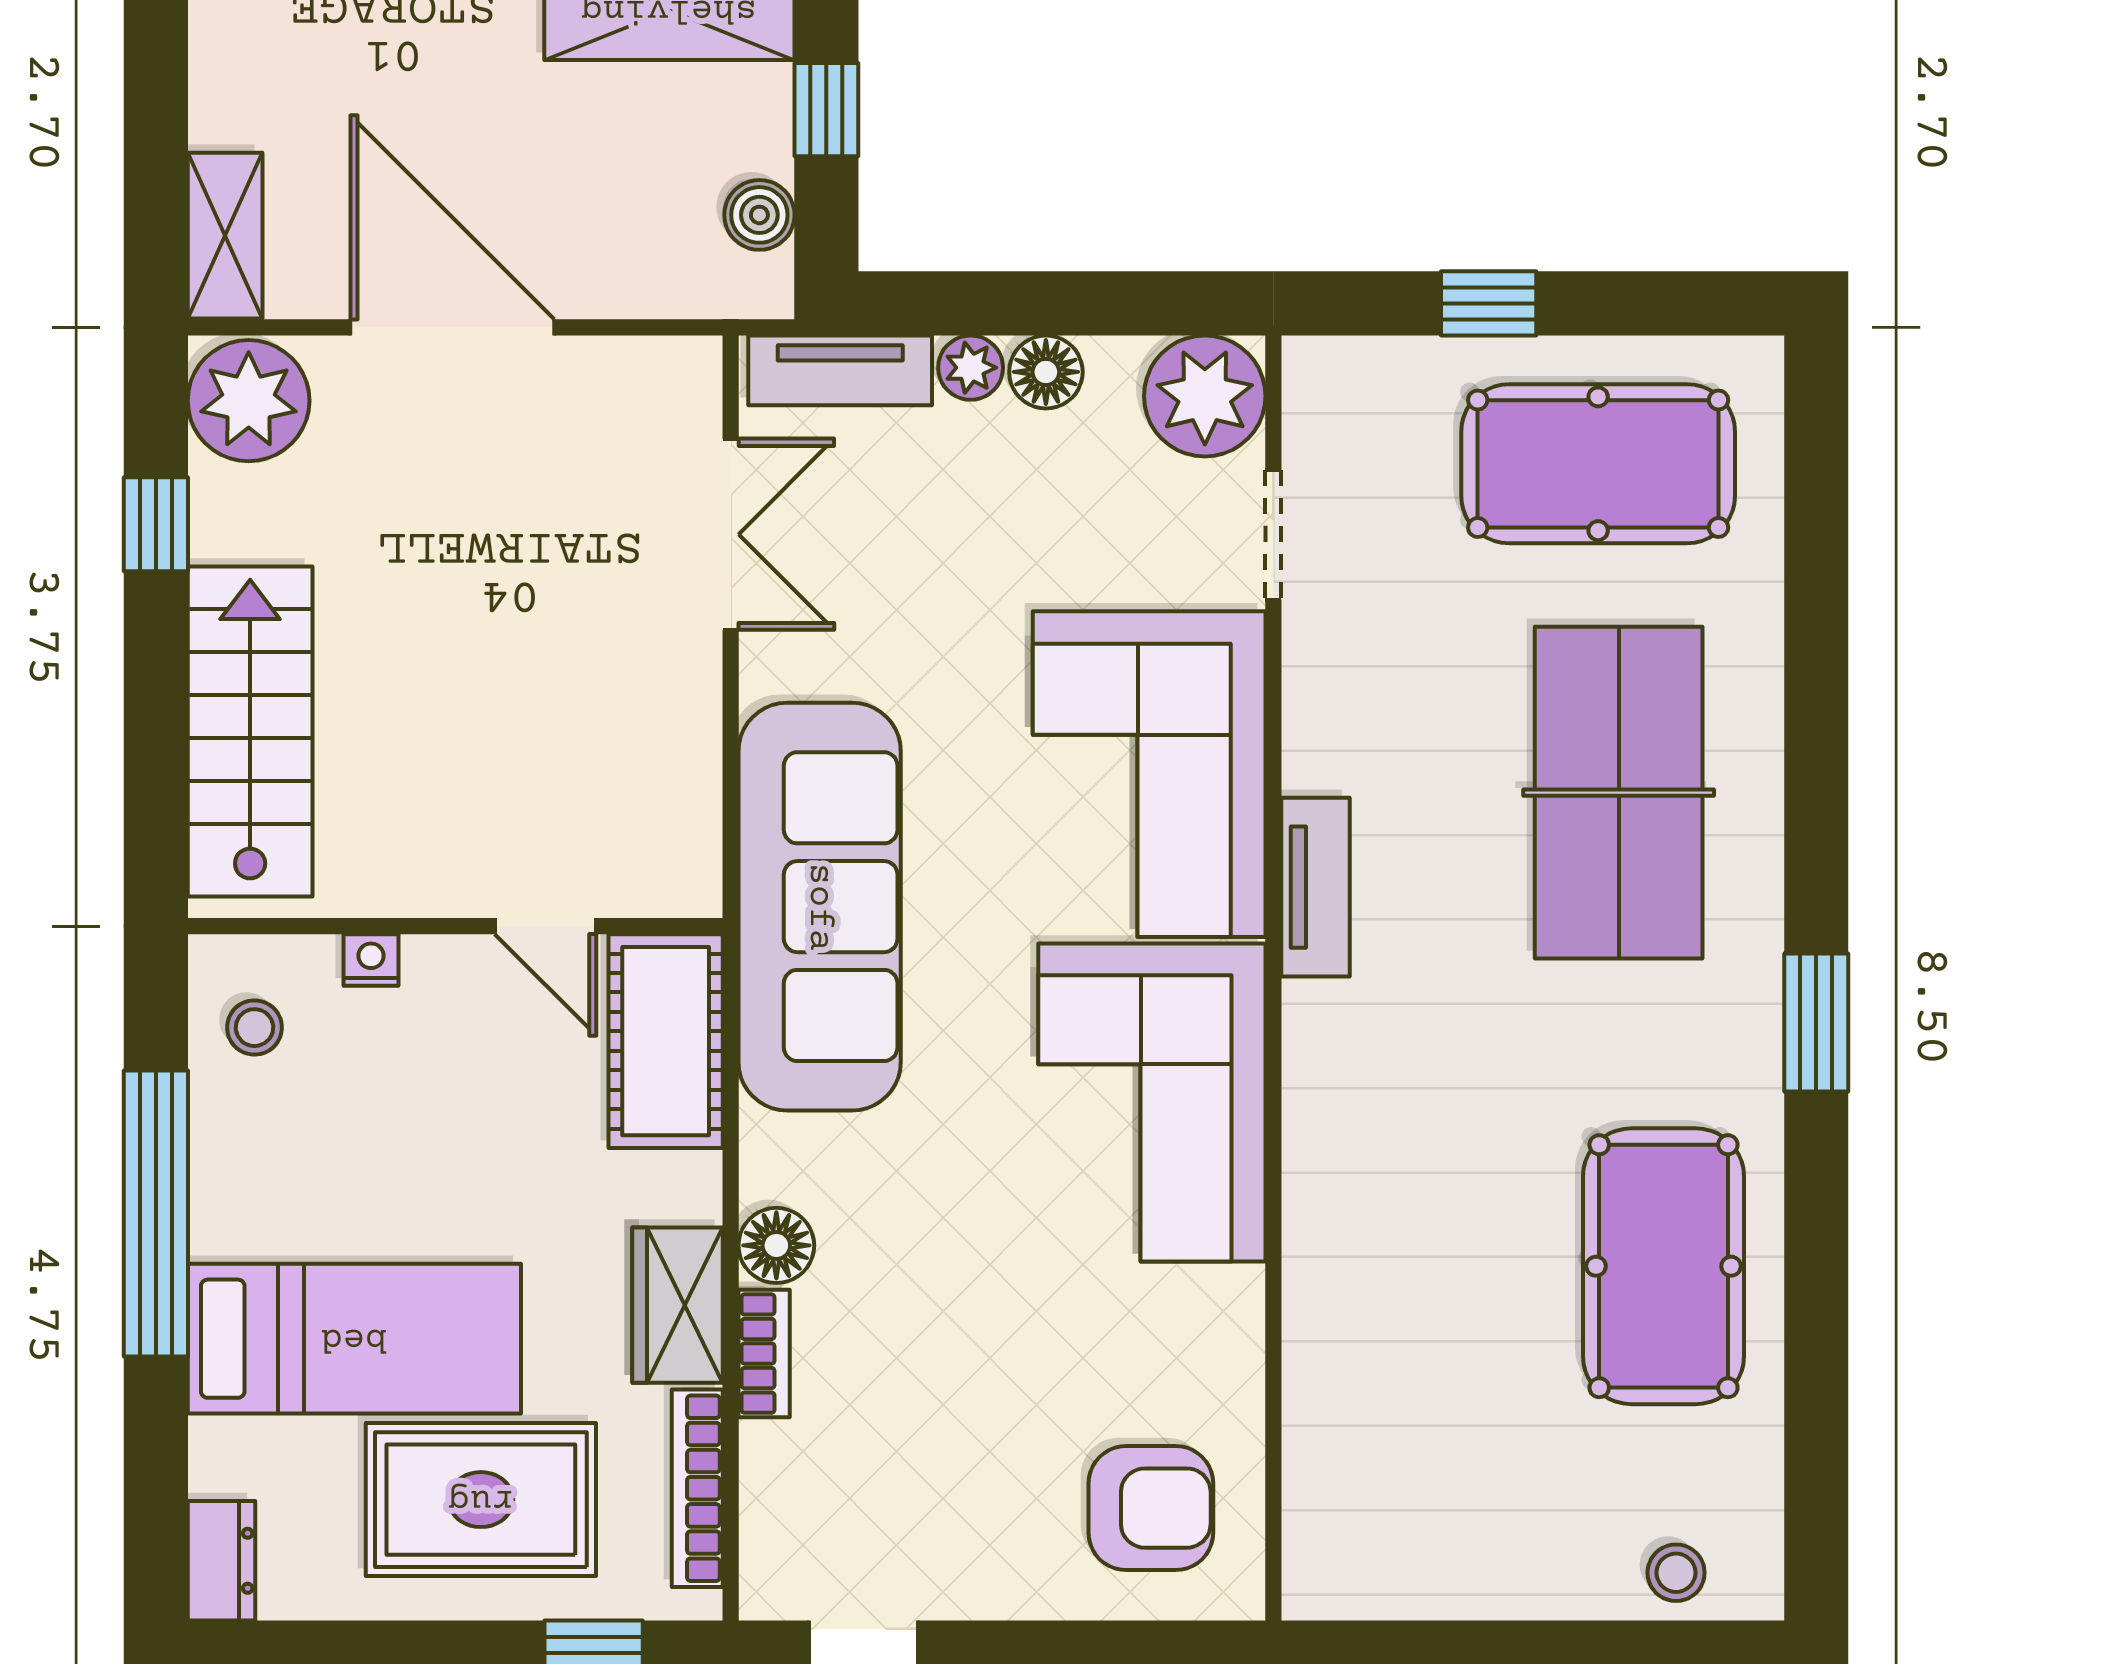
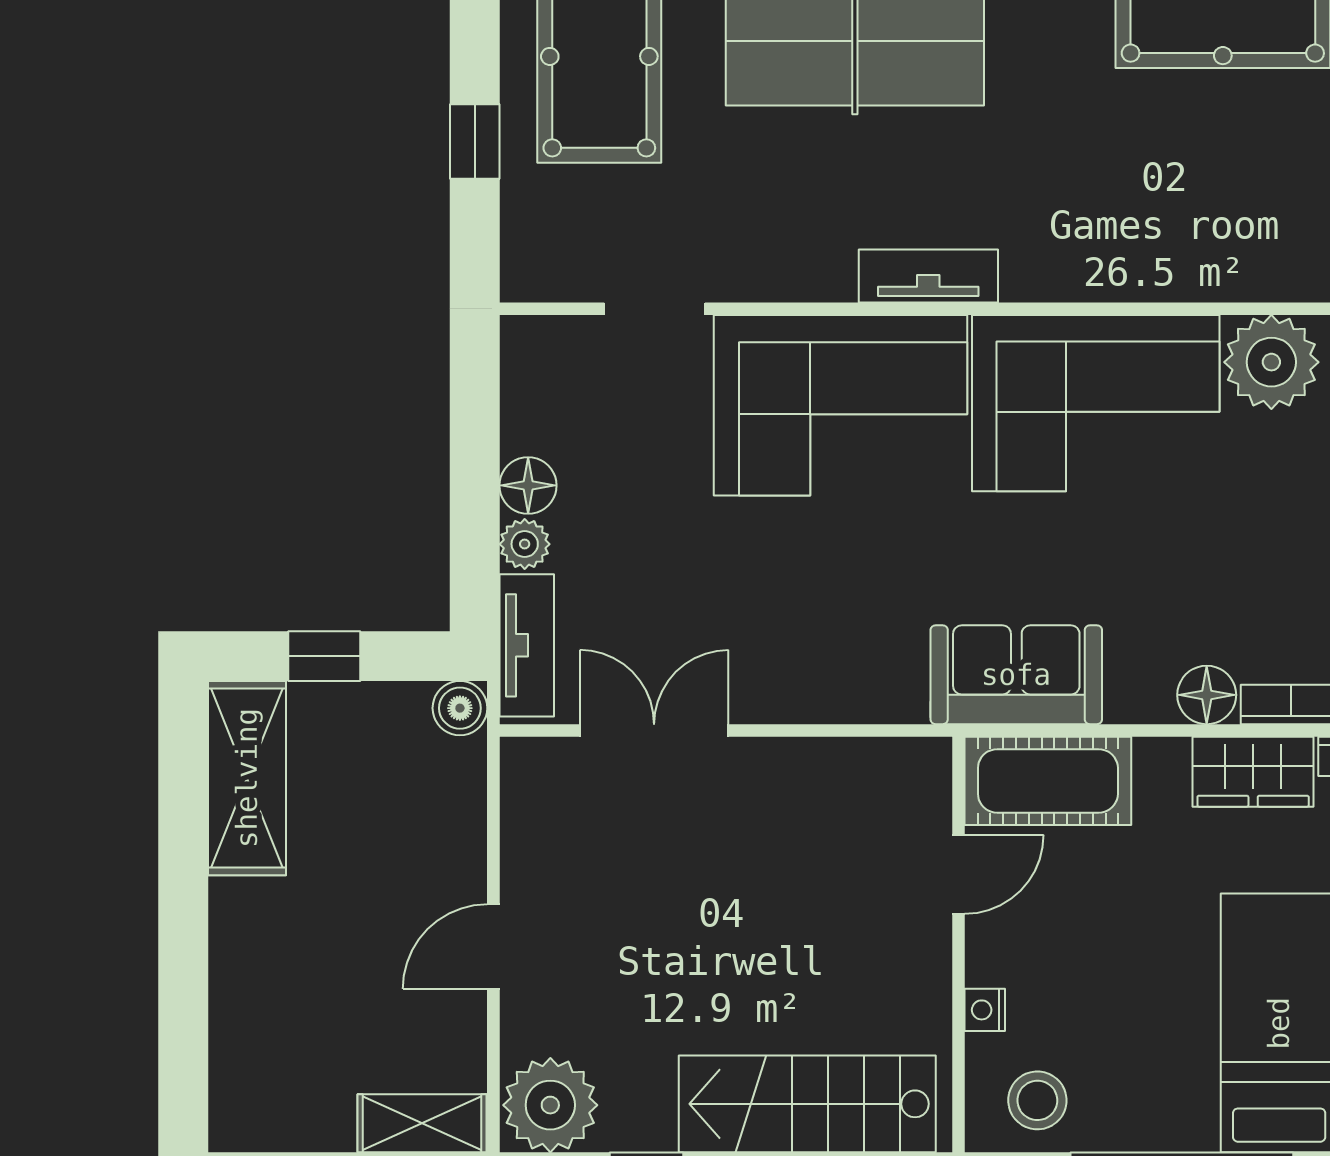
boiler: (759, 215) -> (460, 708), moved
door: (452, 327) -> (493, 947), width x0.53
plant: (1205, 396) -> (1271, 362), moved
sofa: (820, 907) -> (1016, 675), width x0.54, depth x0.79
stool: (254, 1028) -> (1037, 1100), width x1.37, depth x1.37

